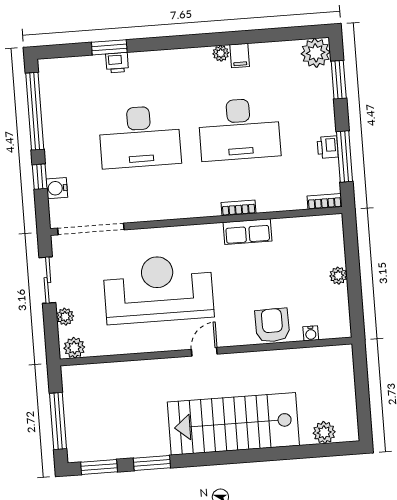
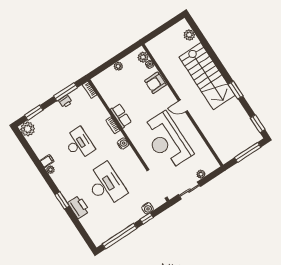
window: (109, 47) -> (62, 200), moved
printer: (117, 63) -> (79, 207), width x1.87, depth x1.48
desk: (239, 129) -> (79, 144), width x0.73, depth x0.77
water cooler: (196, 208) -> (123, 144), added
plant: (74, 348) -> (143, 57), moved
window: (152, 463) -> (236, 90), moved

